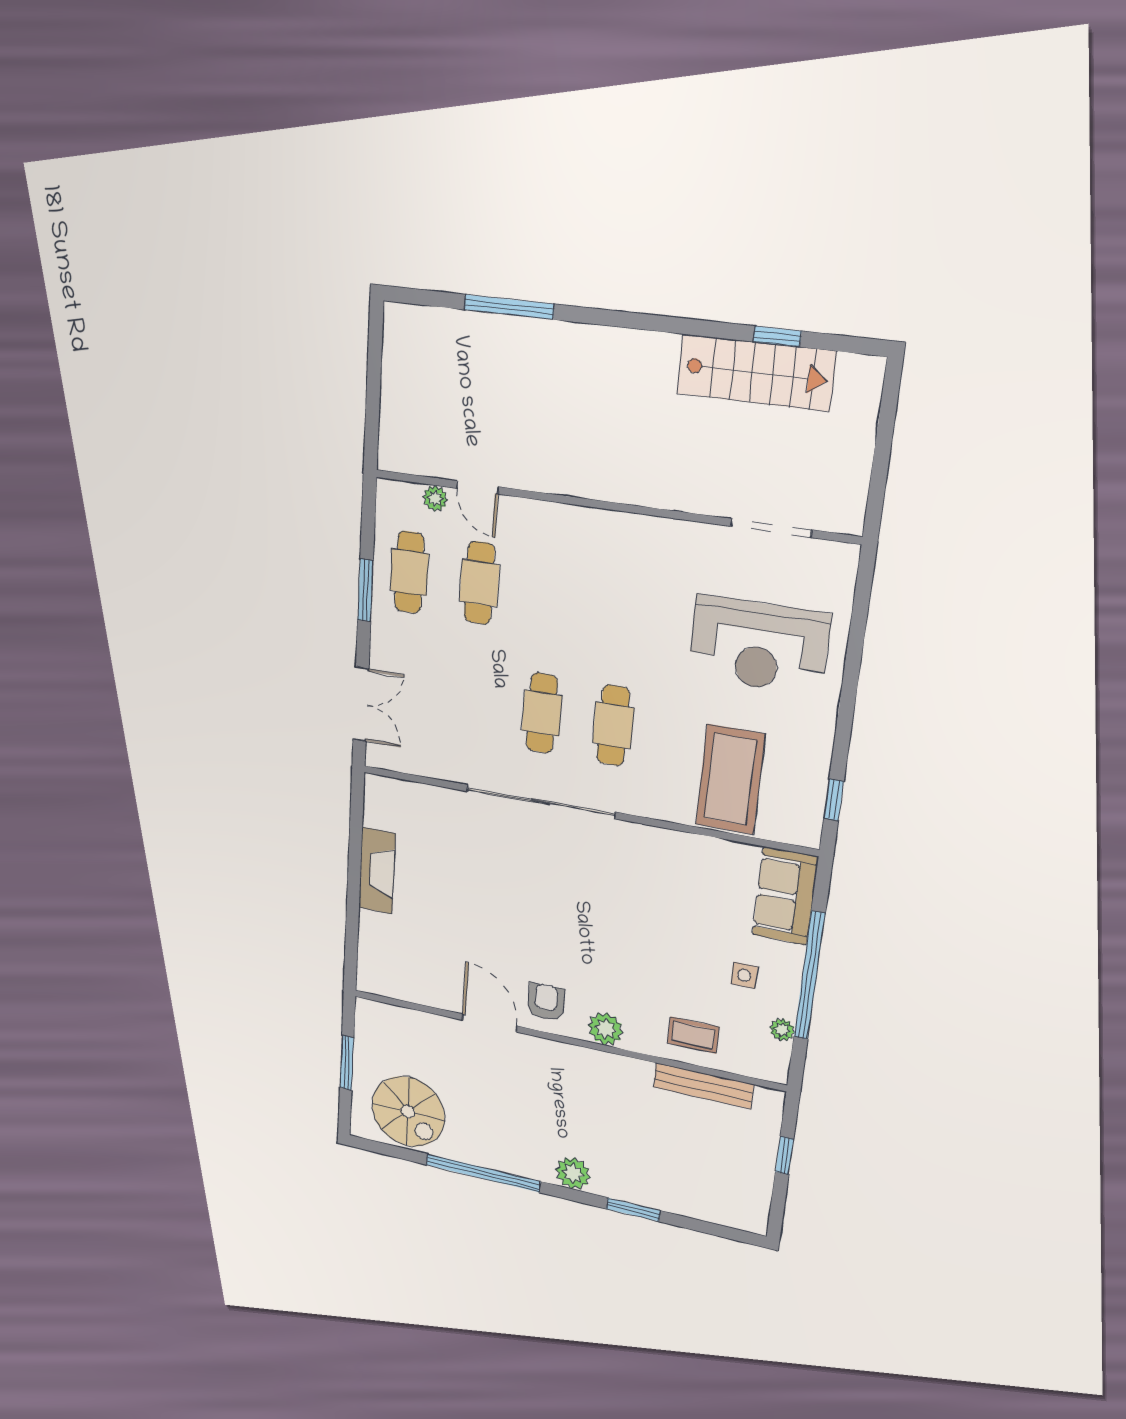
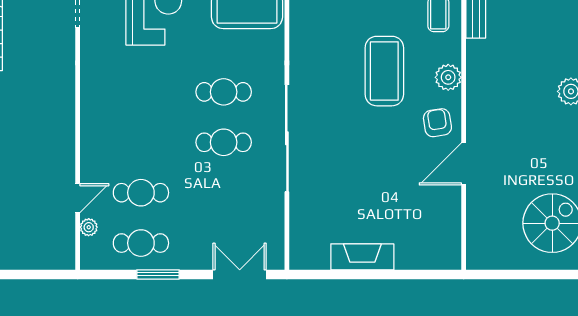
coffee table: (622, 949) -> (384, 71), added
armchair: (546, 1002) -> (437, 123), turned 81
window: (347, 1063) -> (523, 274), removed

